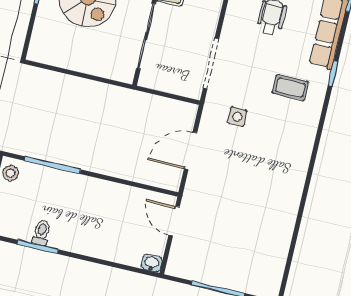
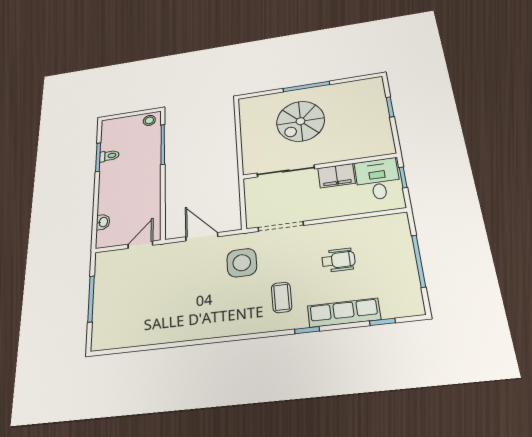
side table: (237, 117) -> (242, 263), width x1.87, depth x1.87
washbasin: (152, 263) -> (103, 222), moved

